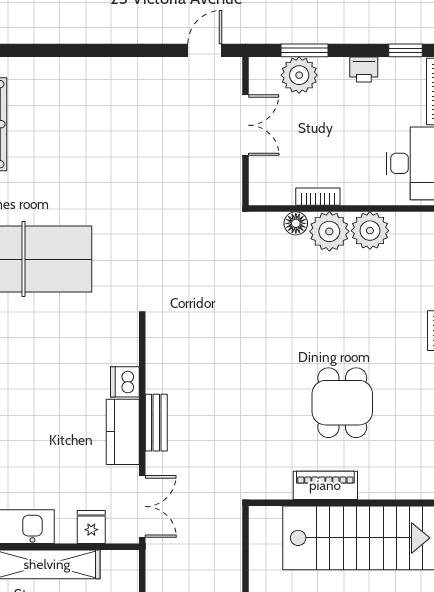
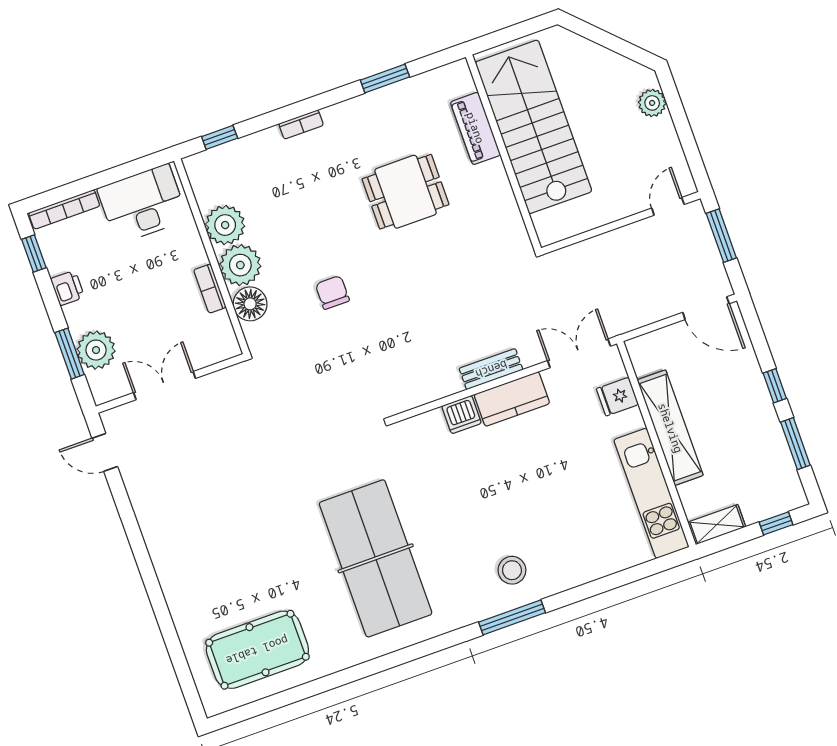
floor lamp: (296, 223) -> (250, 304), width x1.38, depth x1.38
chair: (275, 305) -> (332, 292), added
piano: (325, 485) -> (475, 128), moved

